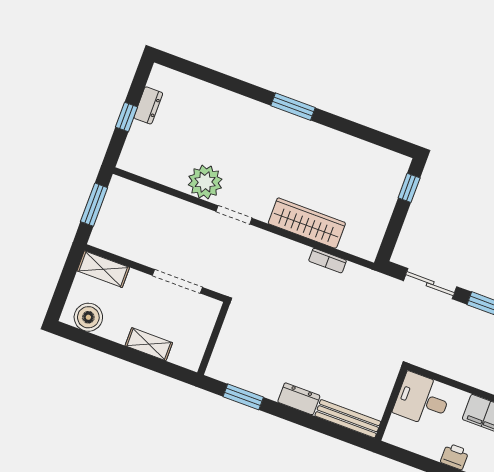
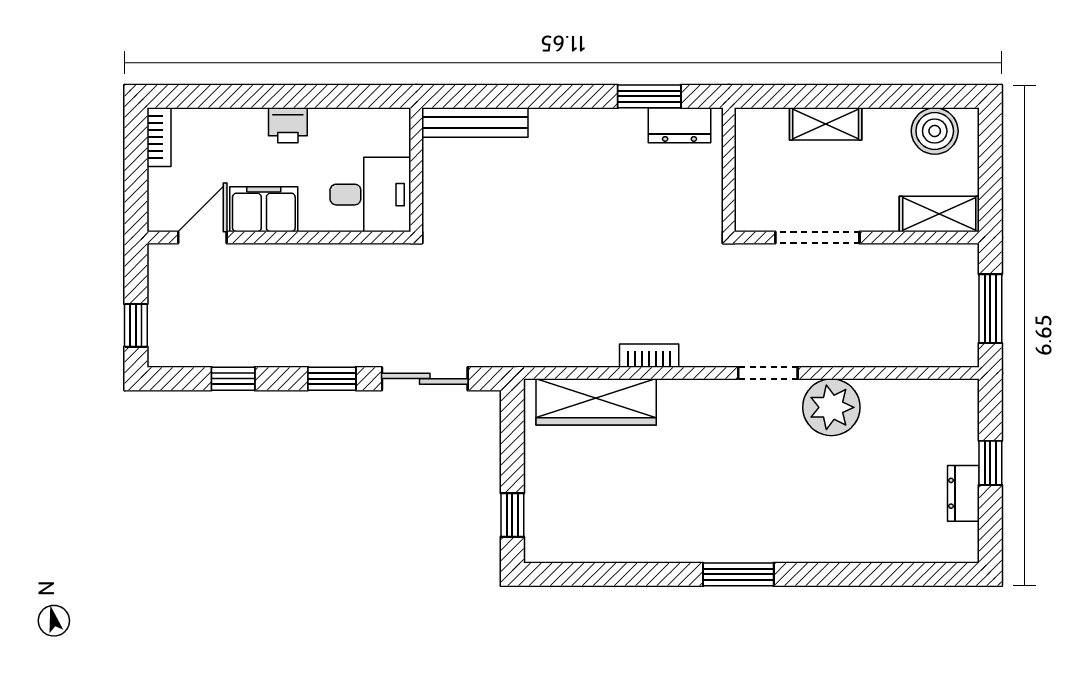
wardrobe: (307, 223) -> (596, 402), moved
bookcase: (328, 261) -> (649, 356), moved
dresser: (299, 399) -> (679, 125), moved

